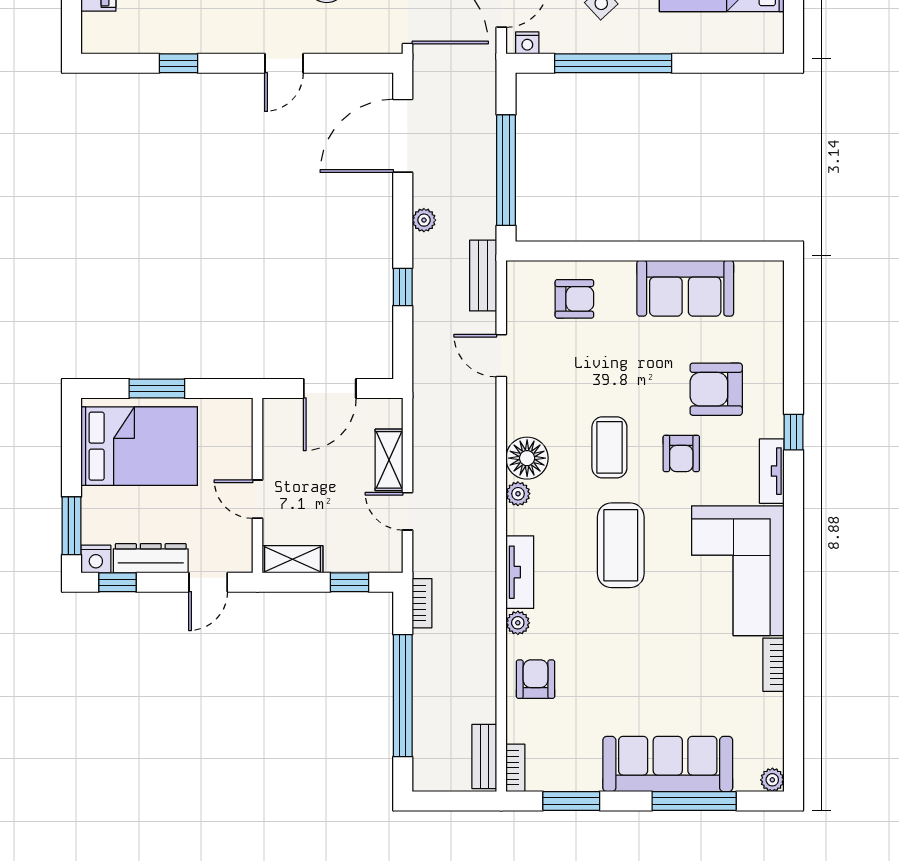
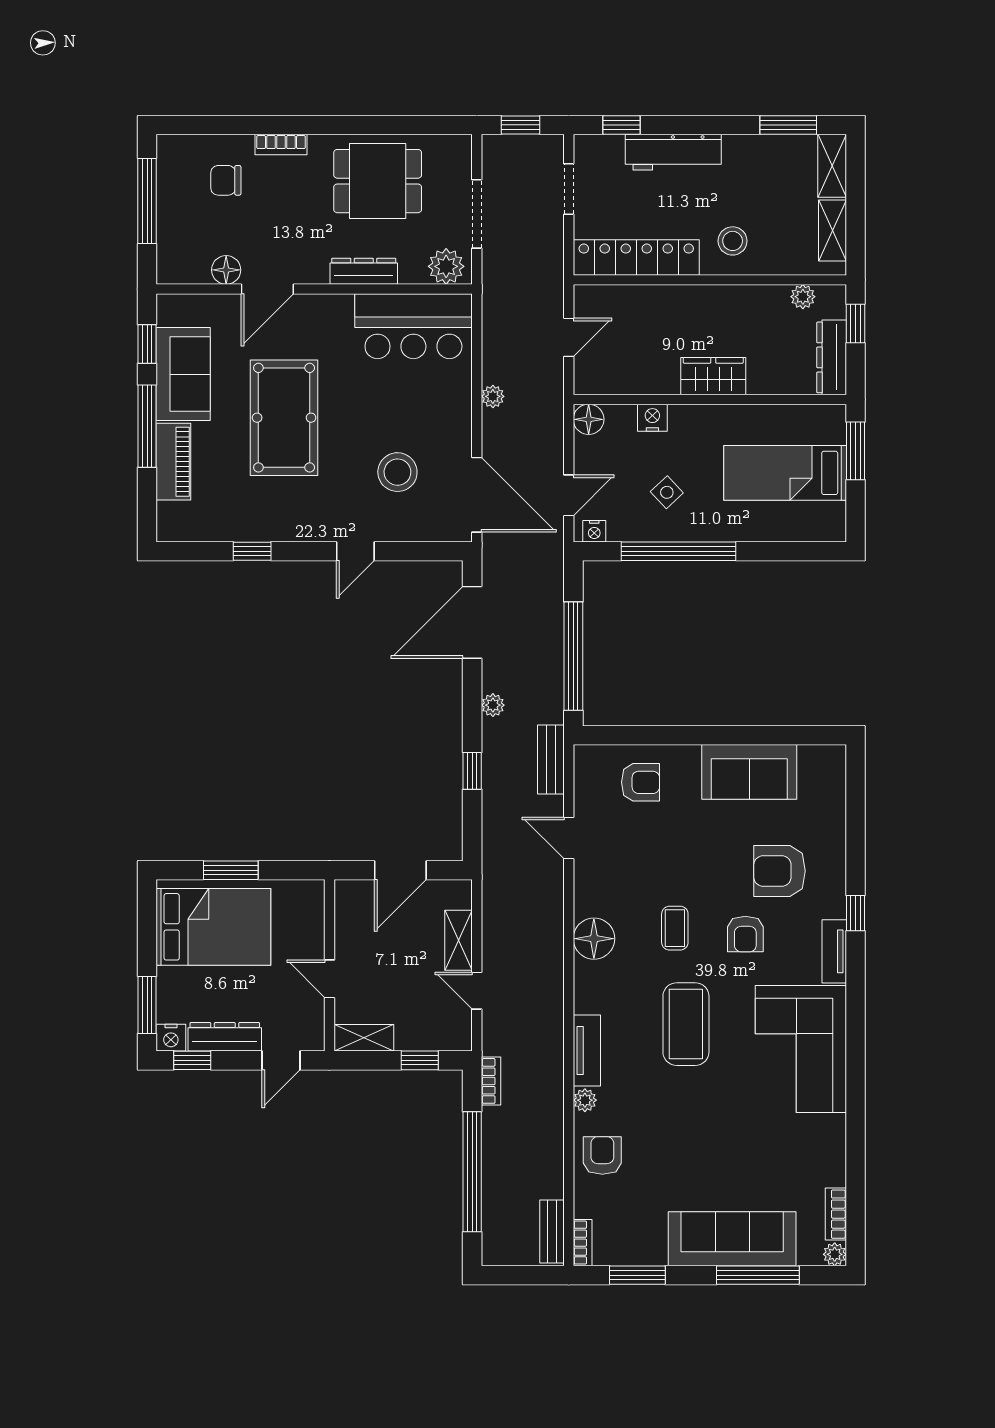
coffee table: (609, 447) -> (675, 928), width x0.73, depth x0.77
plant: (518, 494) -> (585, 974), removed
bookcase: (773, 665) -> (836, 1214), moved

